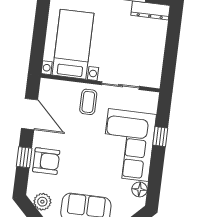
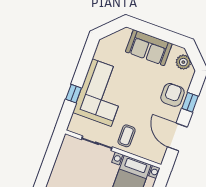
armchair: (46, 161) -> (172, 95), turned 90
floor lamp: (139, 189) -> (101, 54), removed

